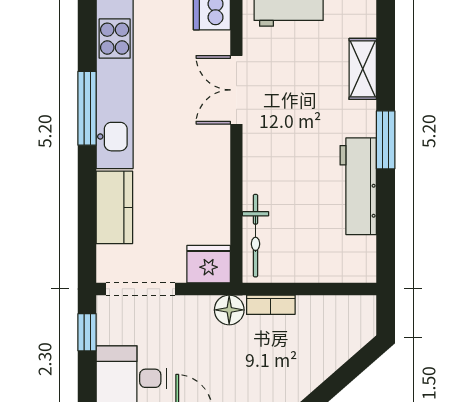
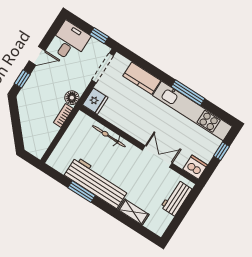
window: (386, 140) -> (82, 192), moved
workbench: (358, 186) -> (97, 183), width x1.36, depth x1.32
bicycle: (256, 236) -> (109, 136), moved

